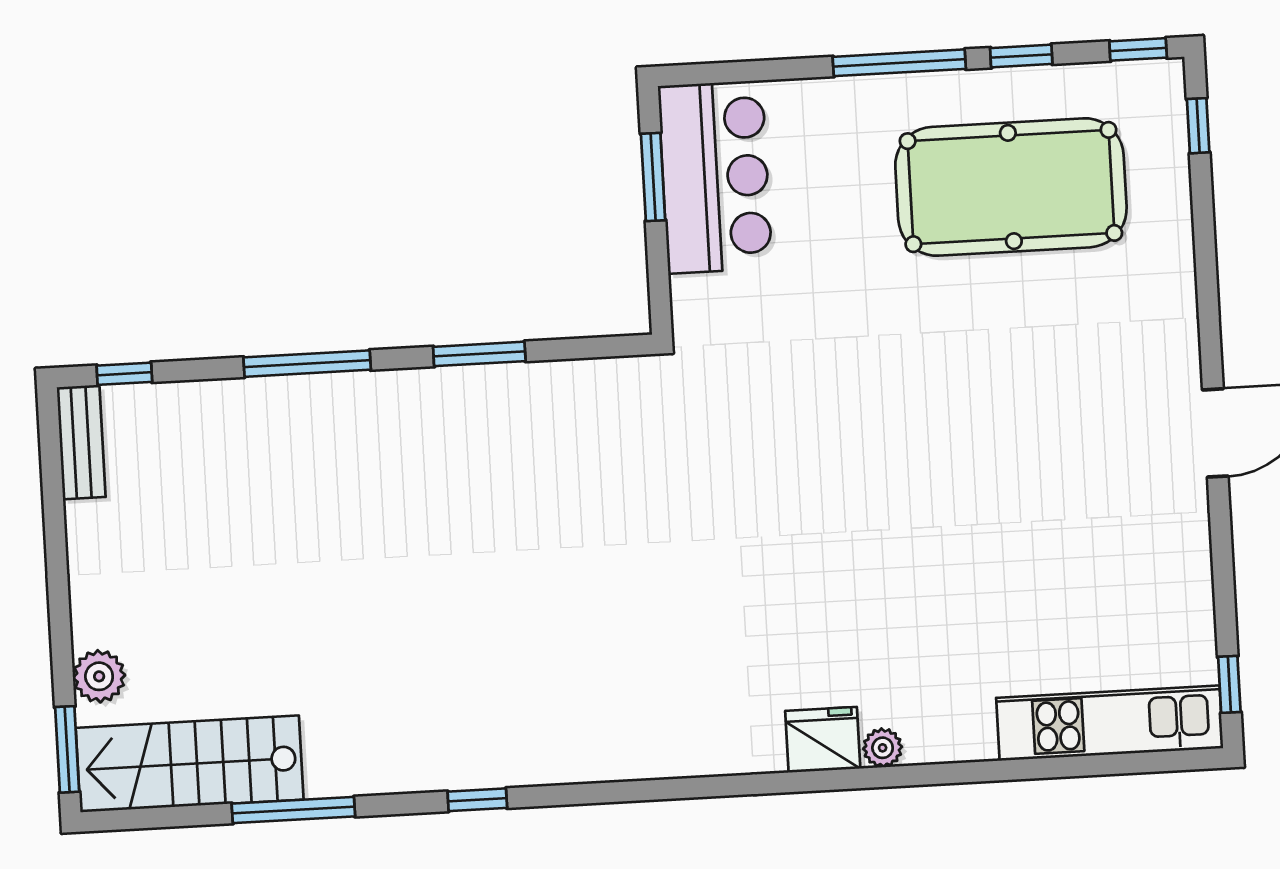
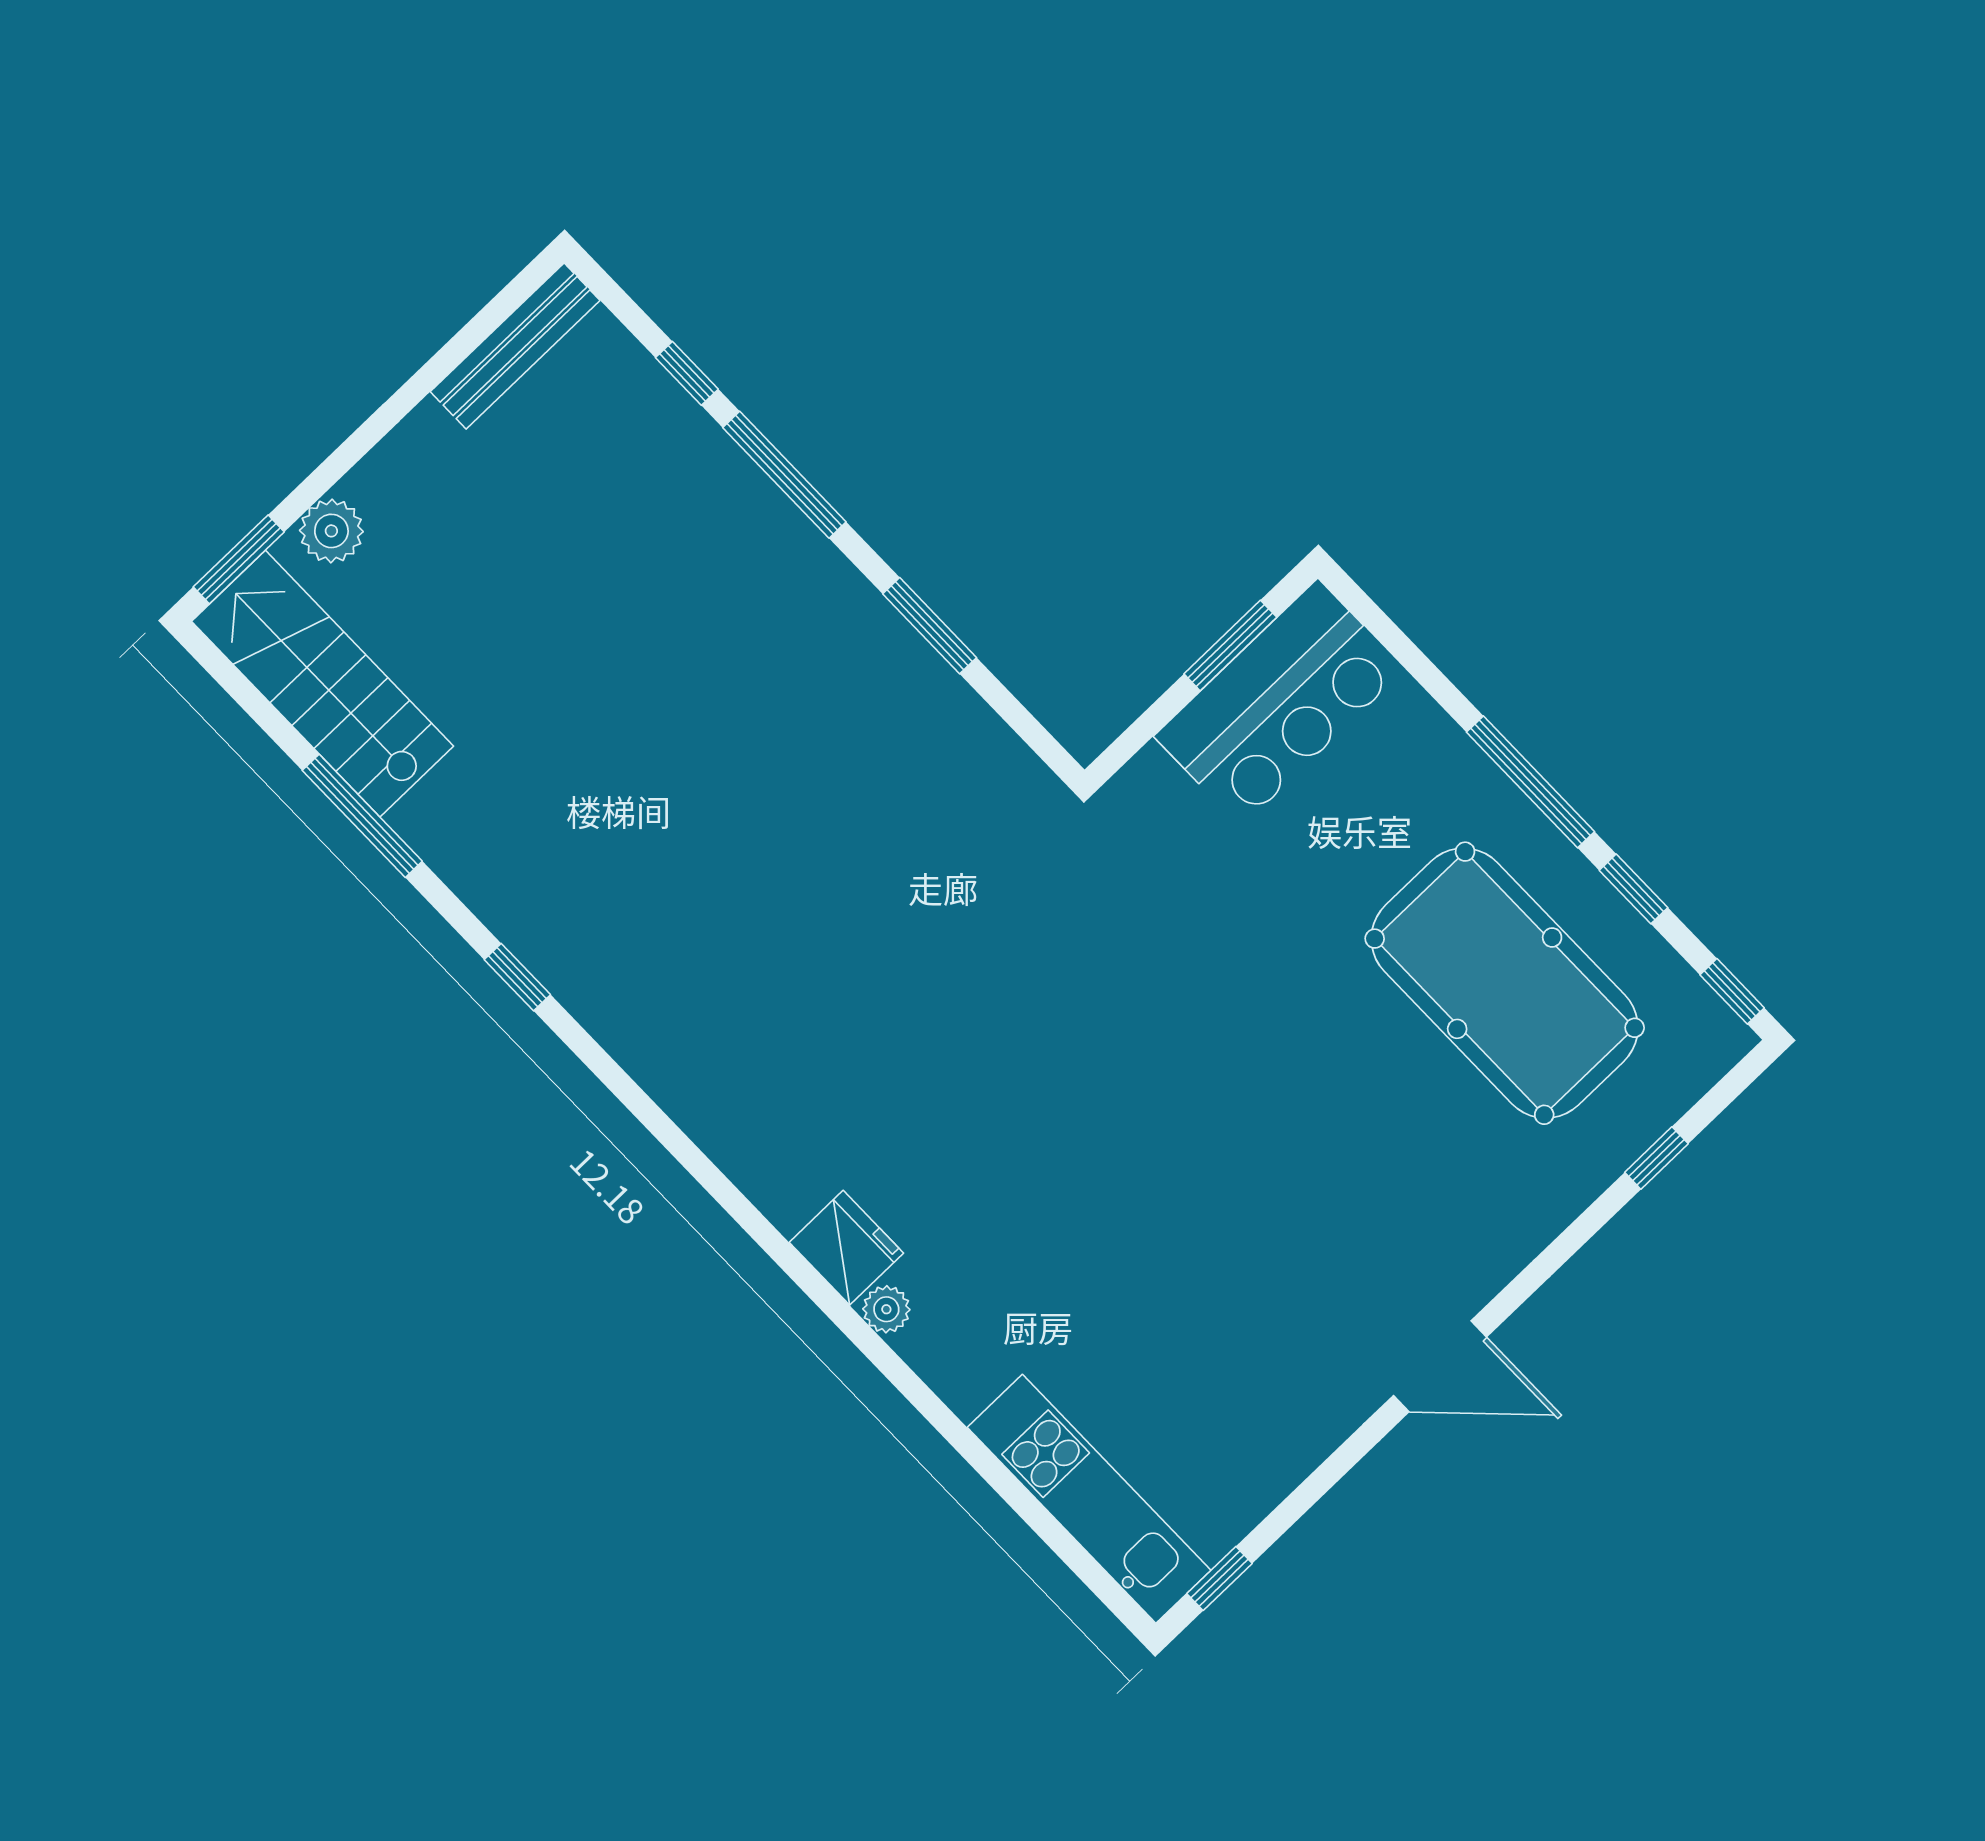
window: (1198, 126) -> (1656, 1158), moved
window: (124, 374) -> (687, 373), moved
bench: (81, 442) -> (515, 346), width x1.36

